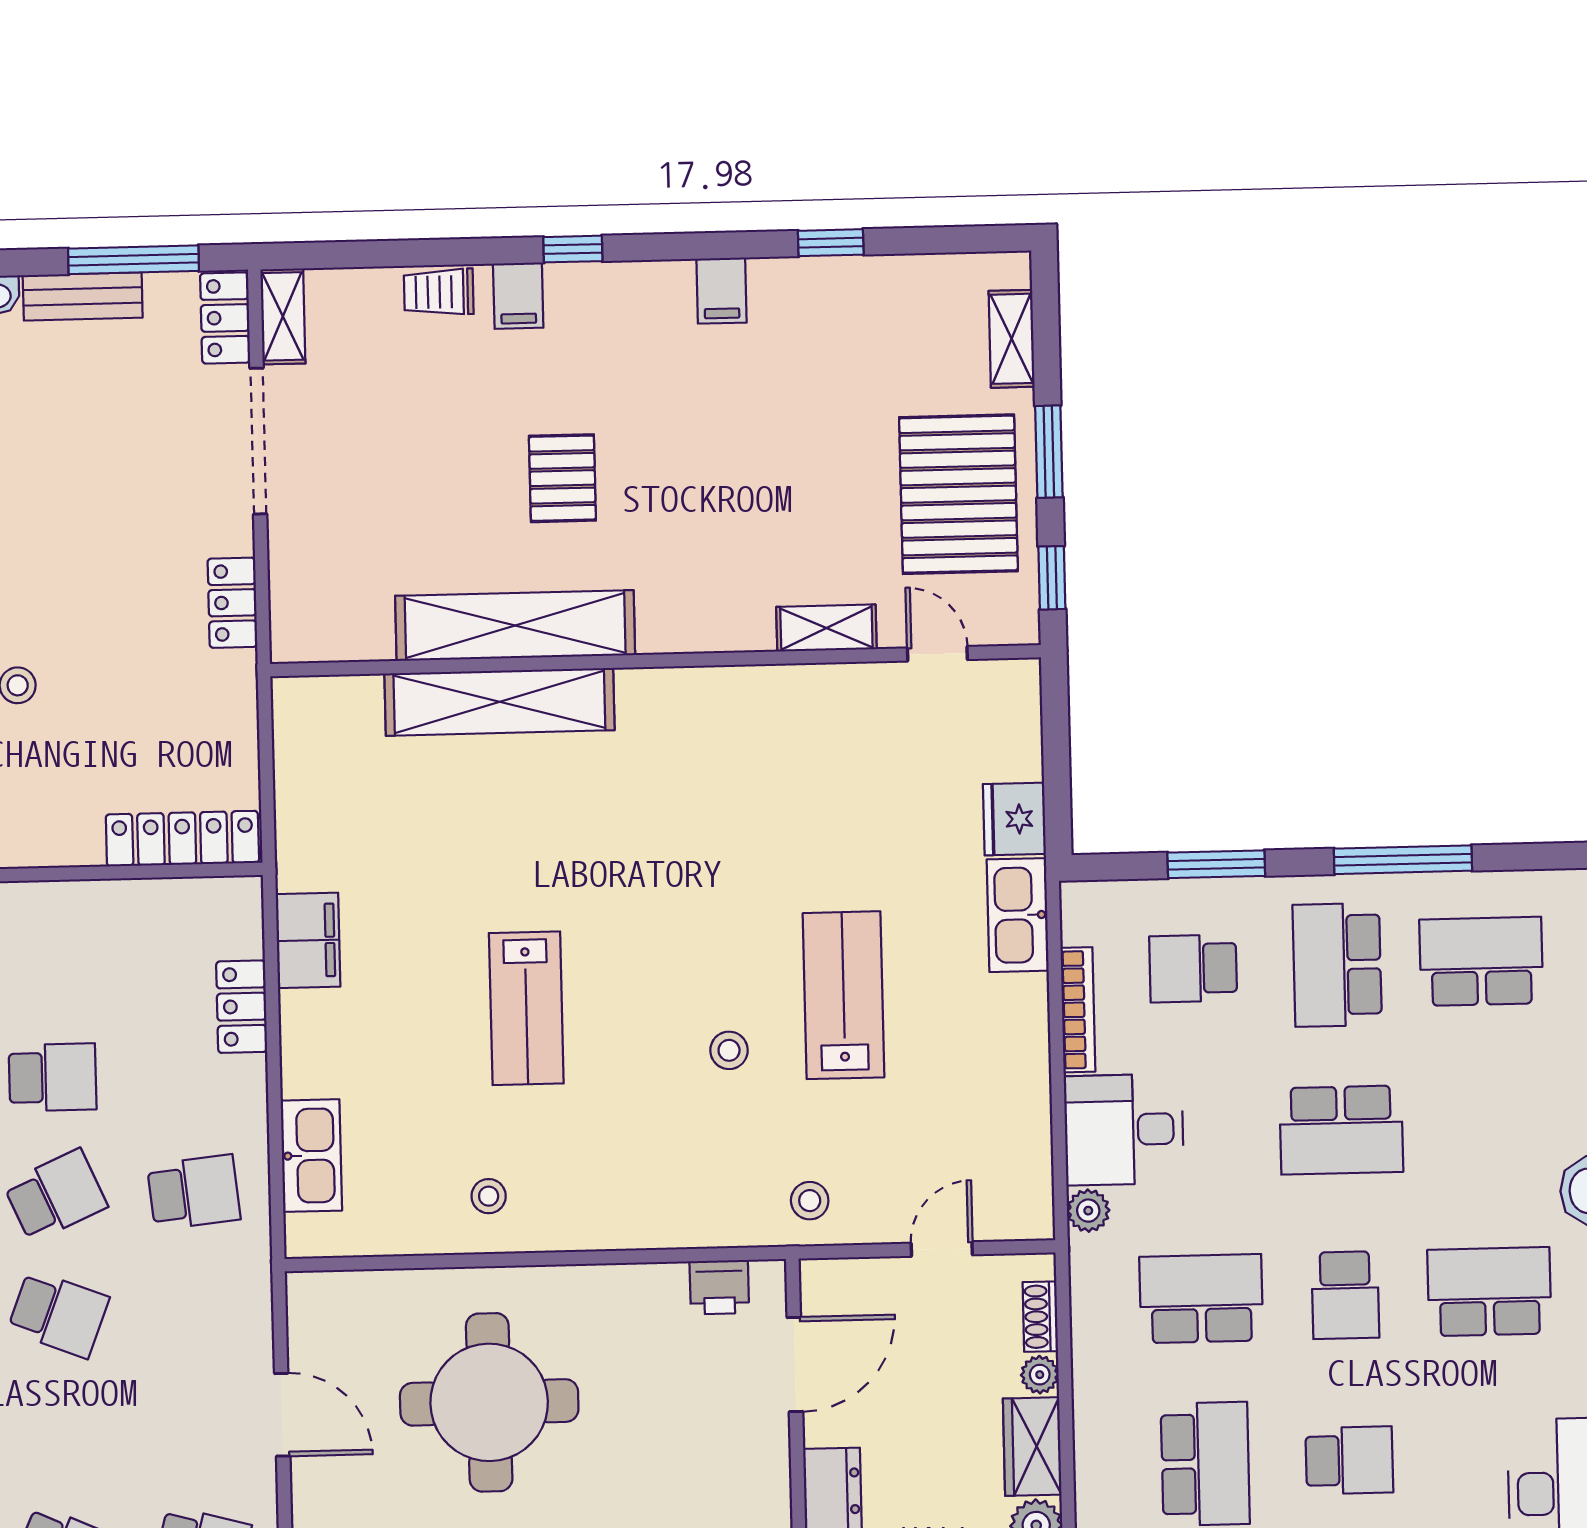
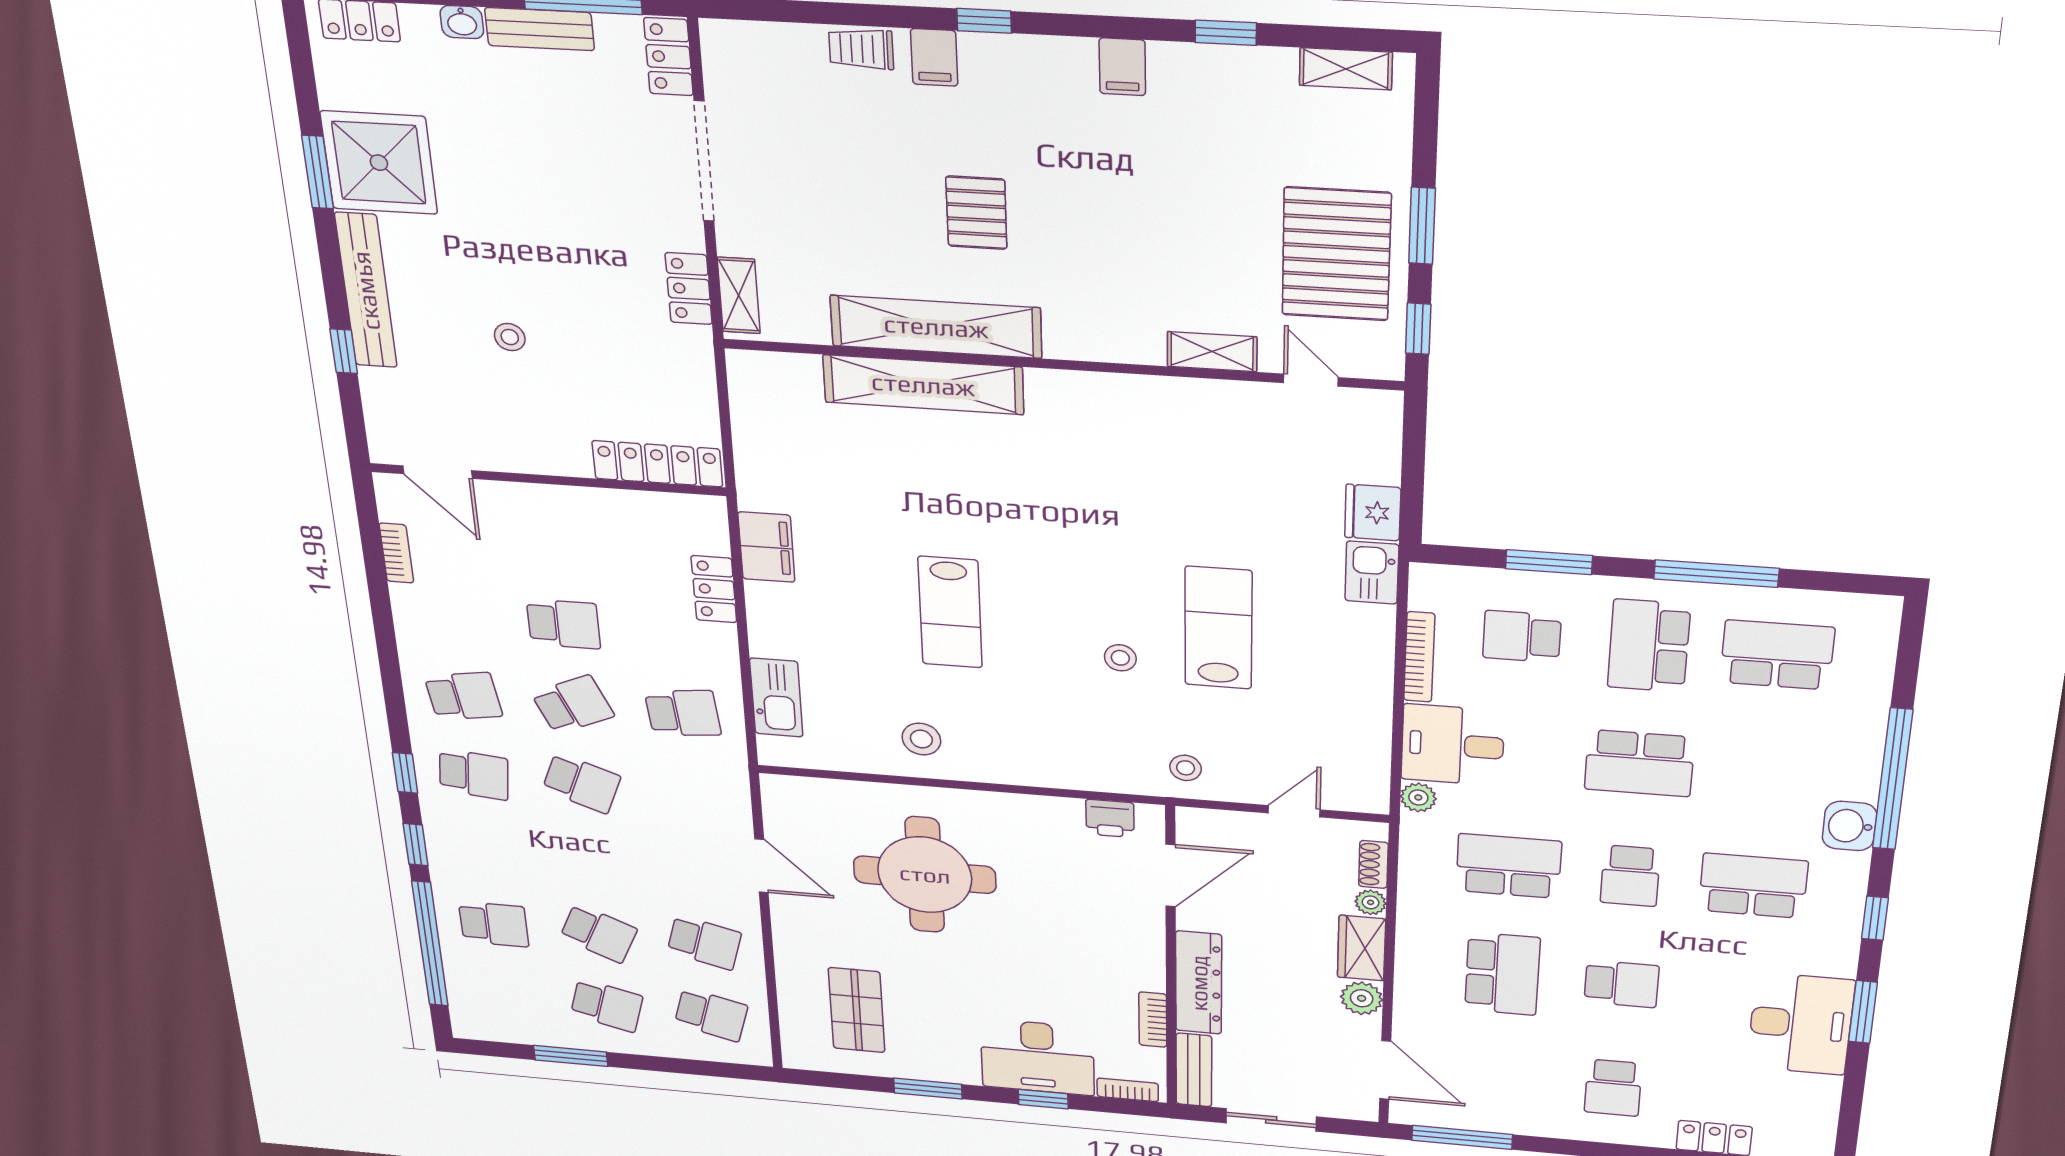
shelving: (283, 316) -> (739, 295), moved
shelving: (1012, 339) -> (1346, 69), moved, turned 90
kitchen sink: (1018, 915) -> (1372, 573), width x0.73
stool: (489, 1196) -> (921, 739), width x1.37, depth x1.37

